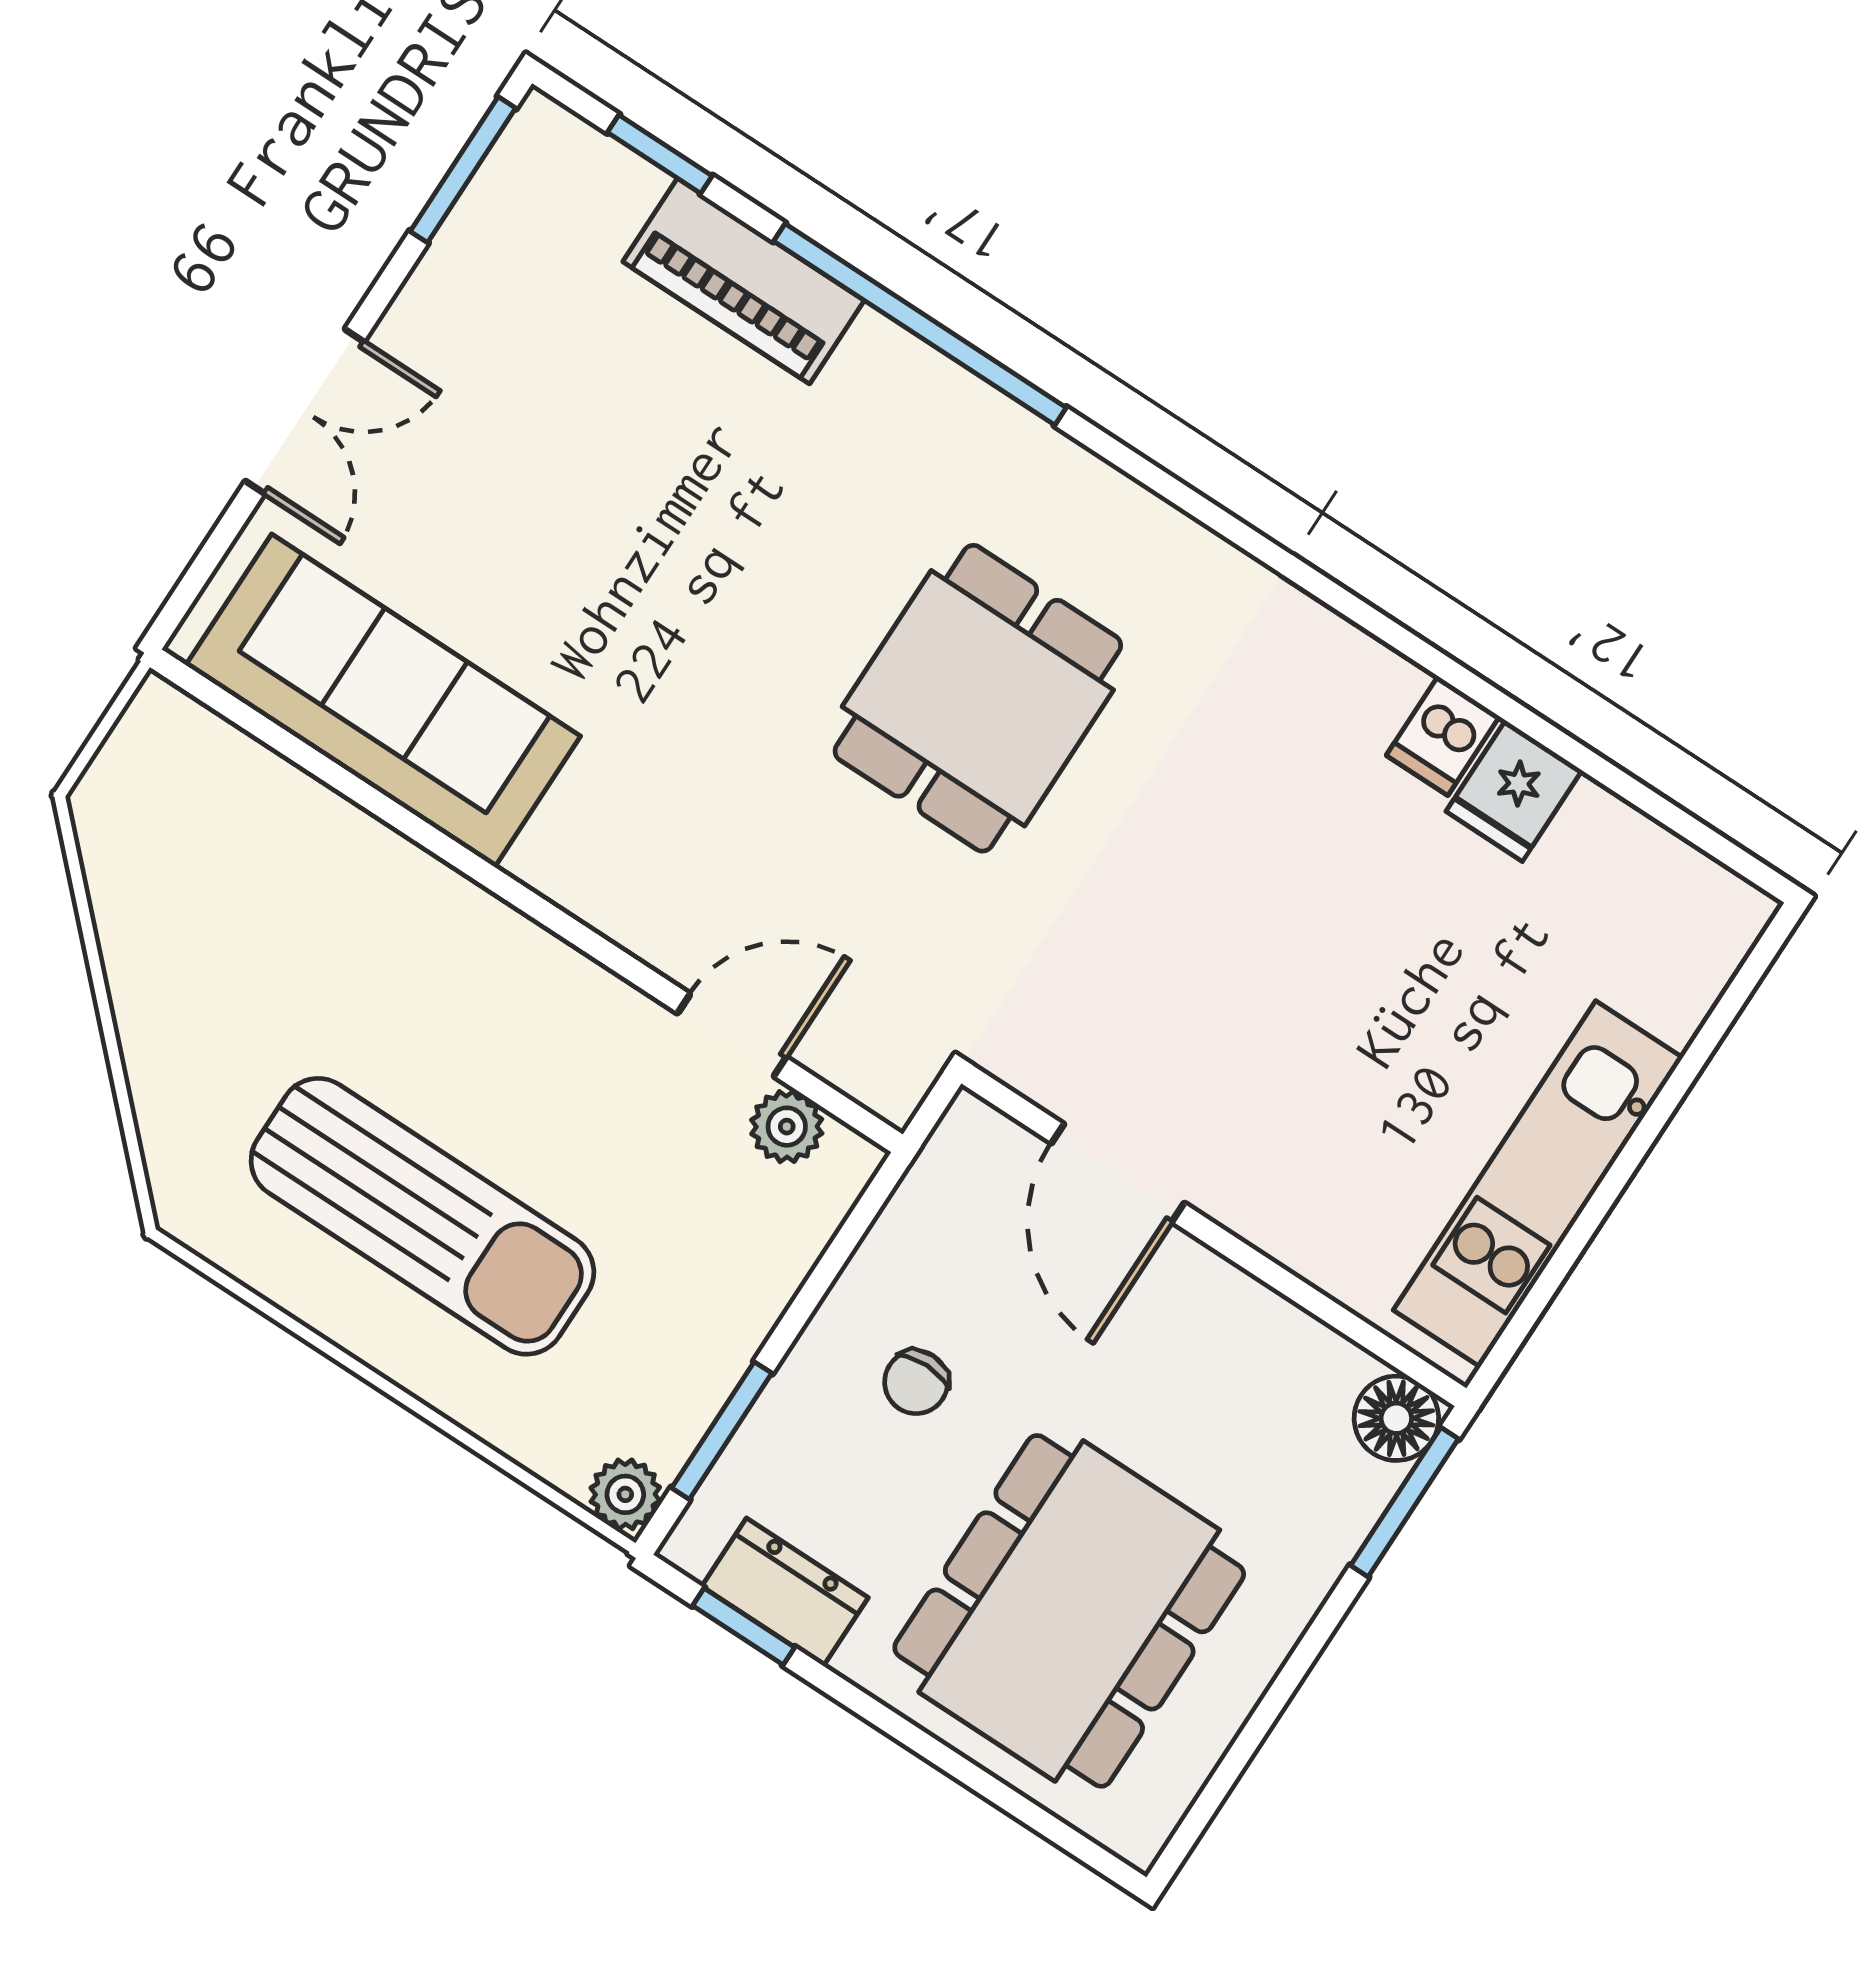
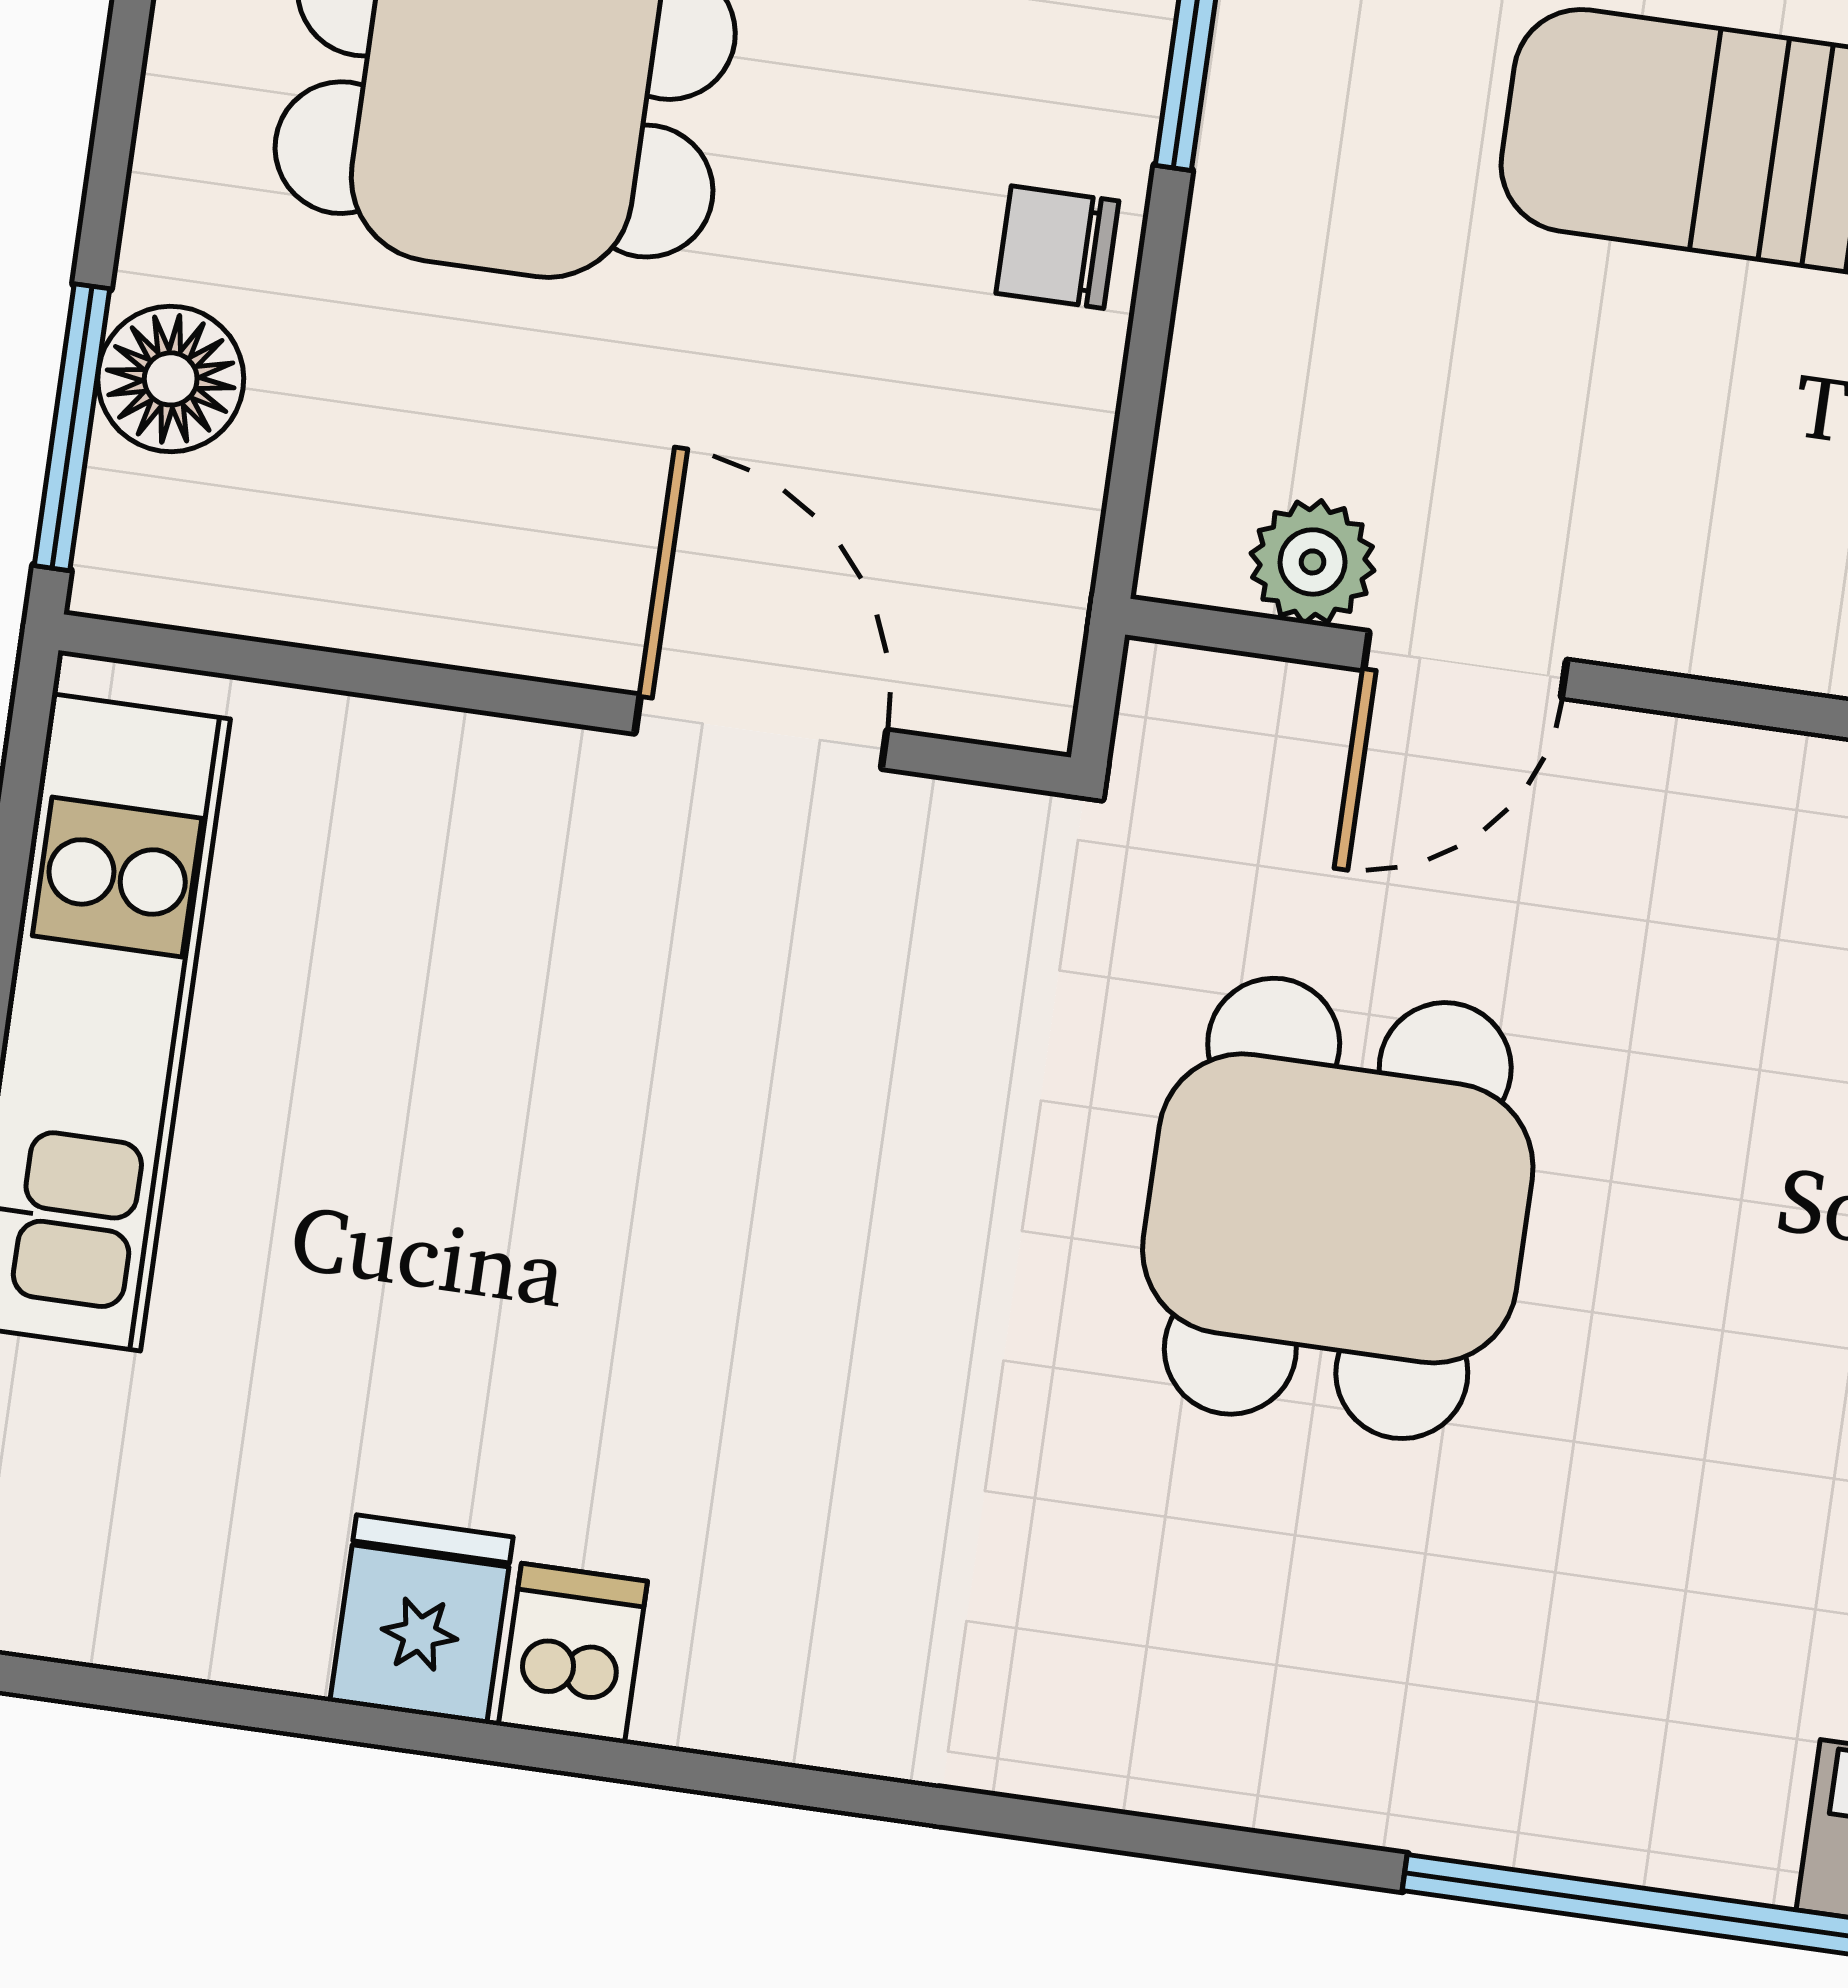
dining table: (978, 698) -> (1338, 1208), moved
chair: (916, 1382) -> (1057, 247), moved, turned -90
floor lamp: (1396, 1418) -> (171, 379), moved

